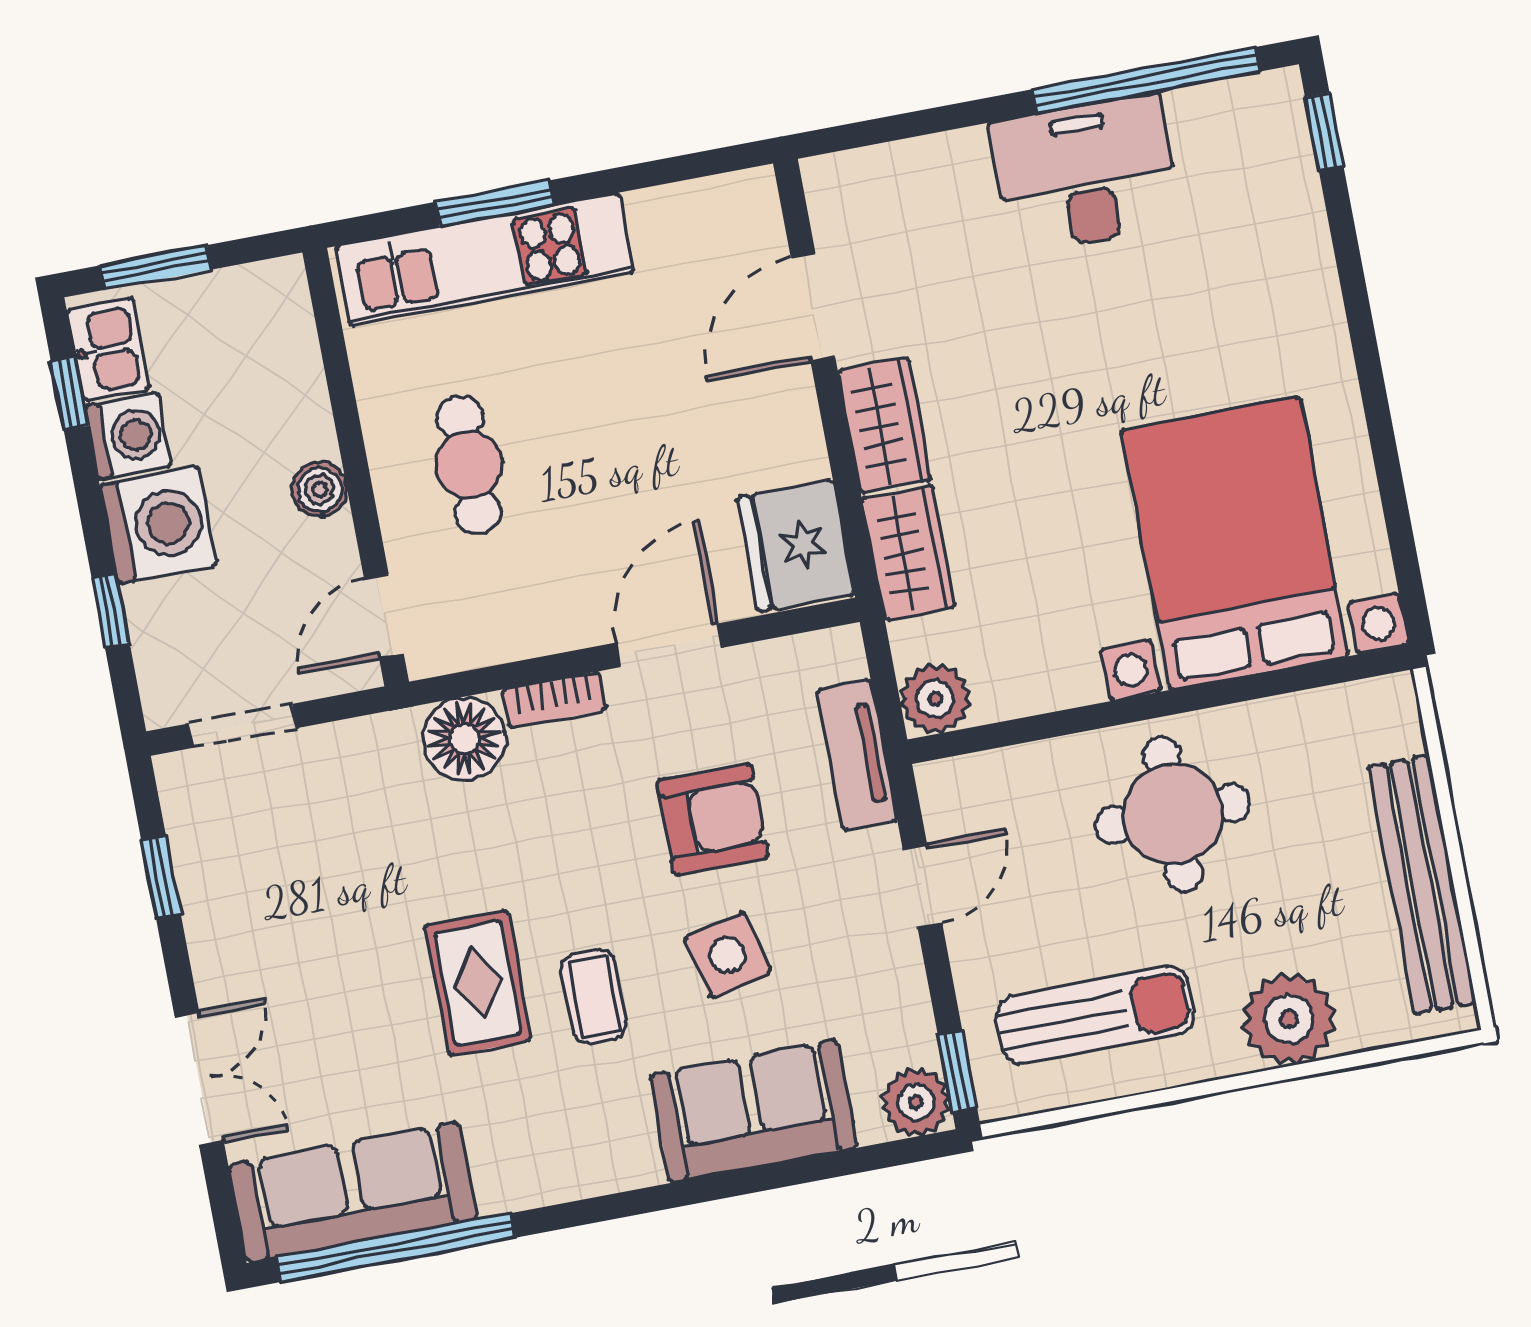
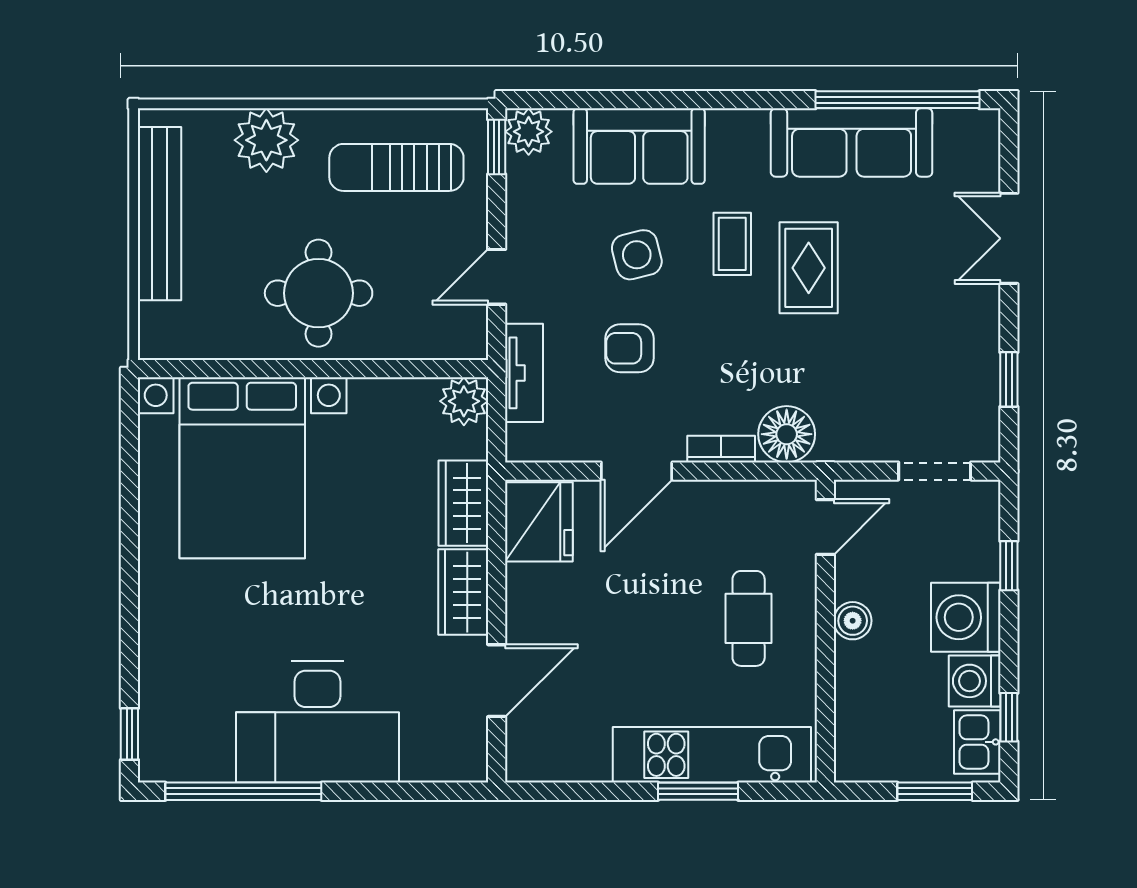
desk: (1086, 174) -> (317, 722), width x1.36, depth x1.30
armchair: (713, 819) -> (629, 348), width x0.72, depth x0.72
sofa: (353, 1192) -> (852, 142), moved

